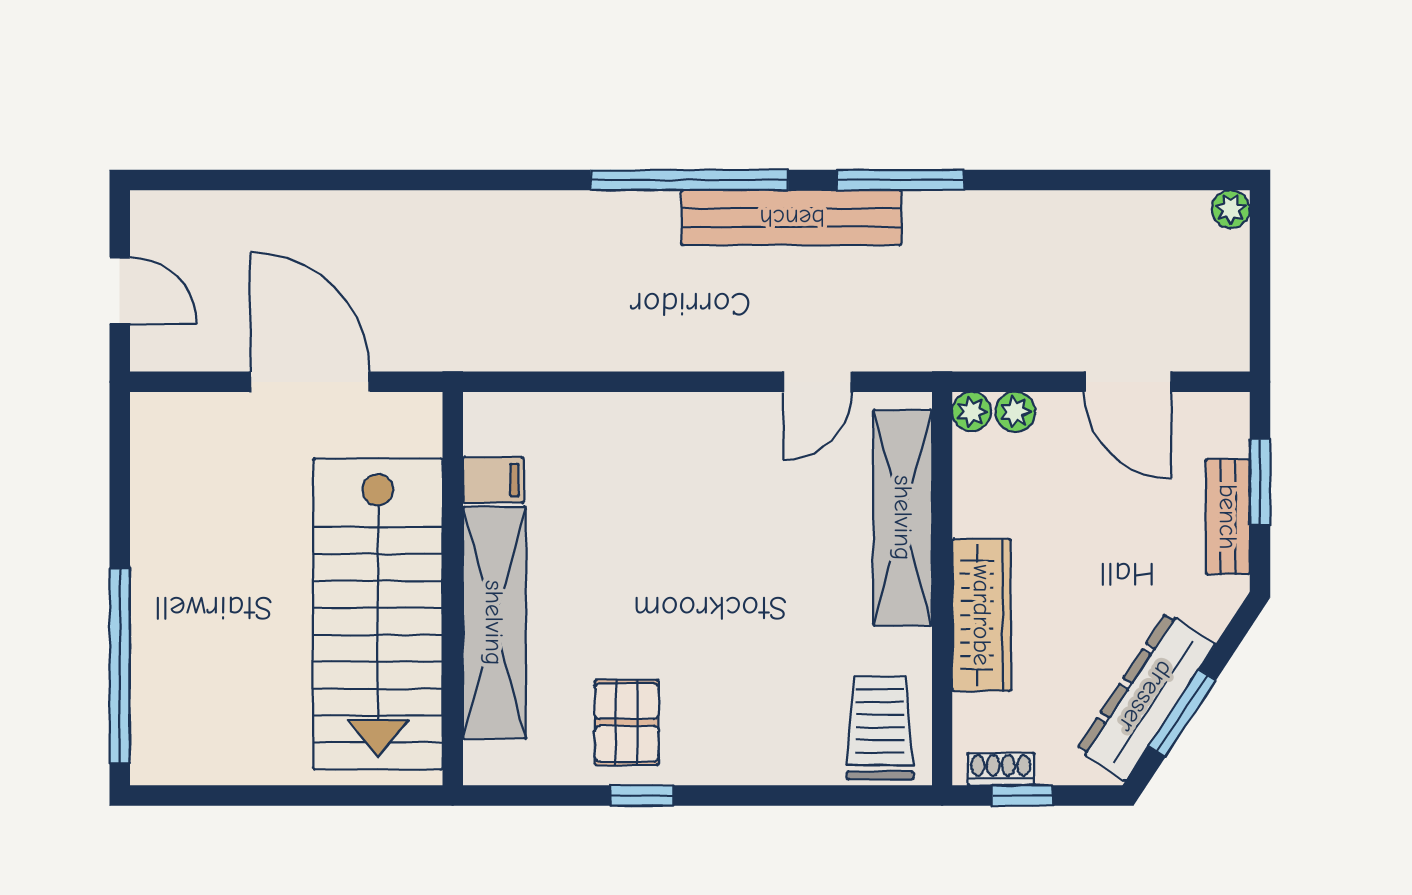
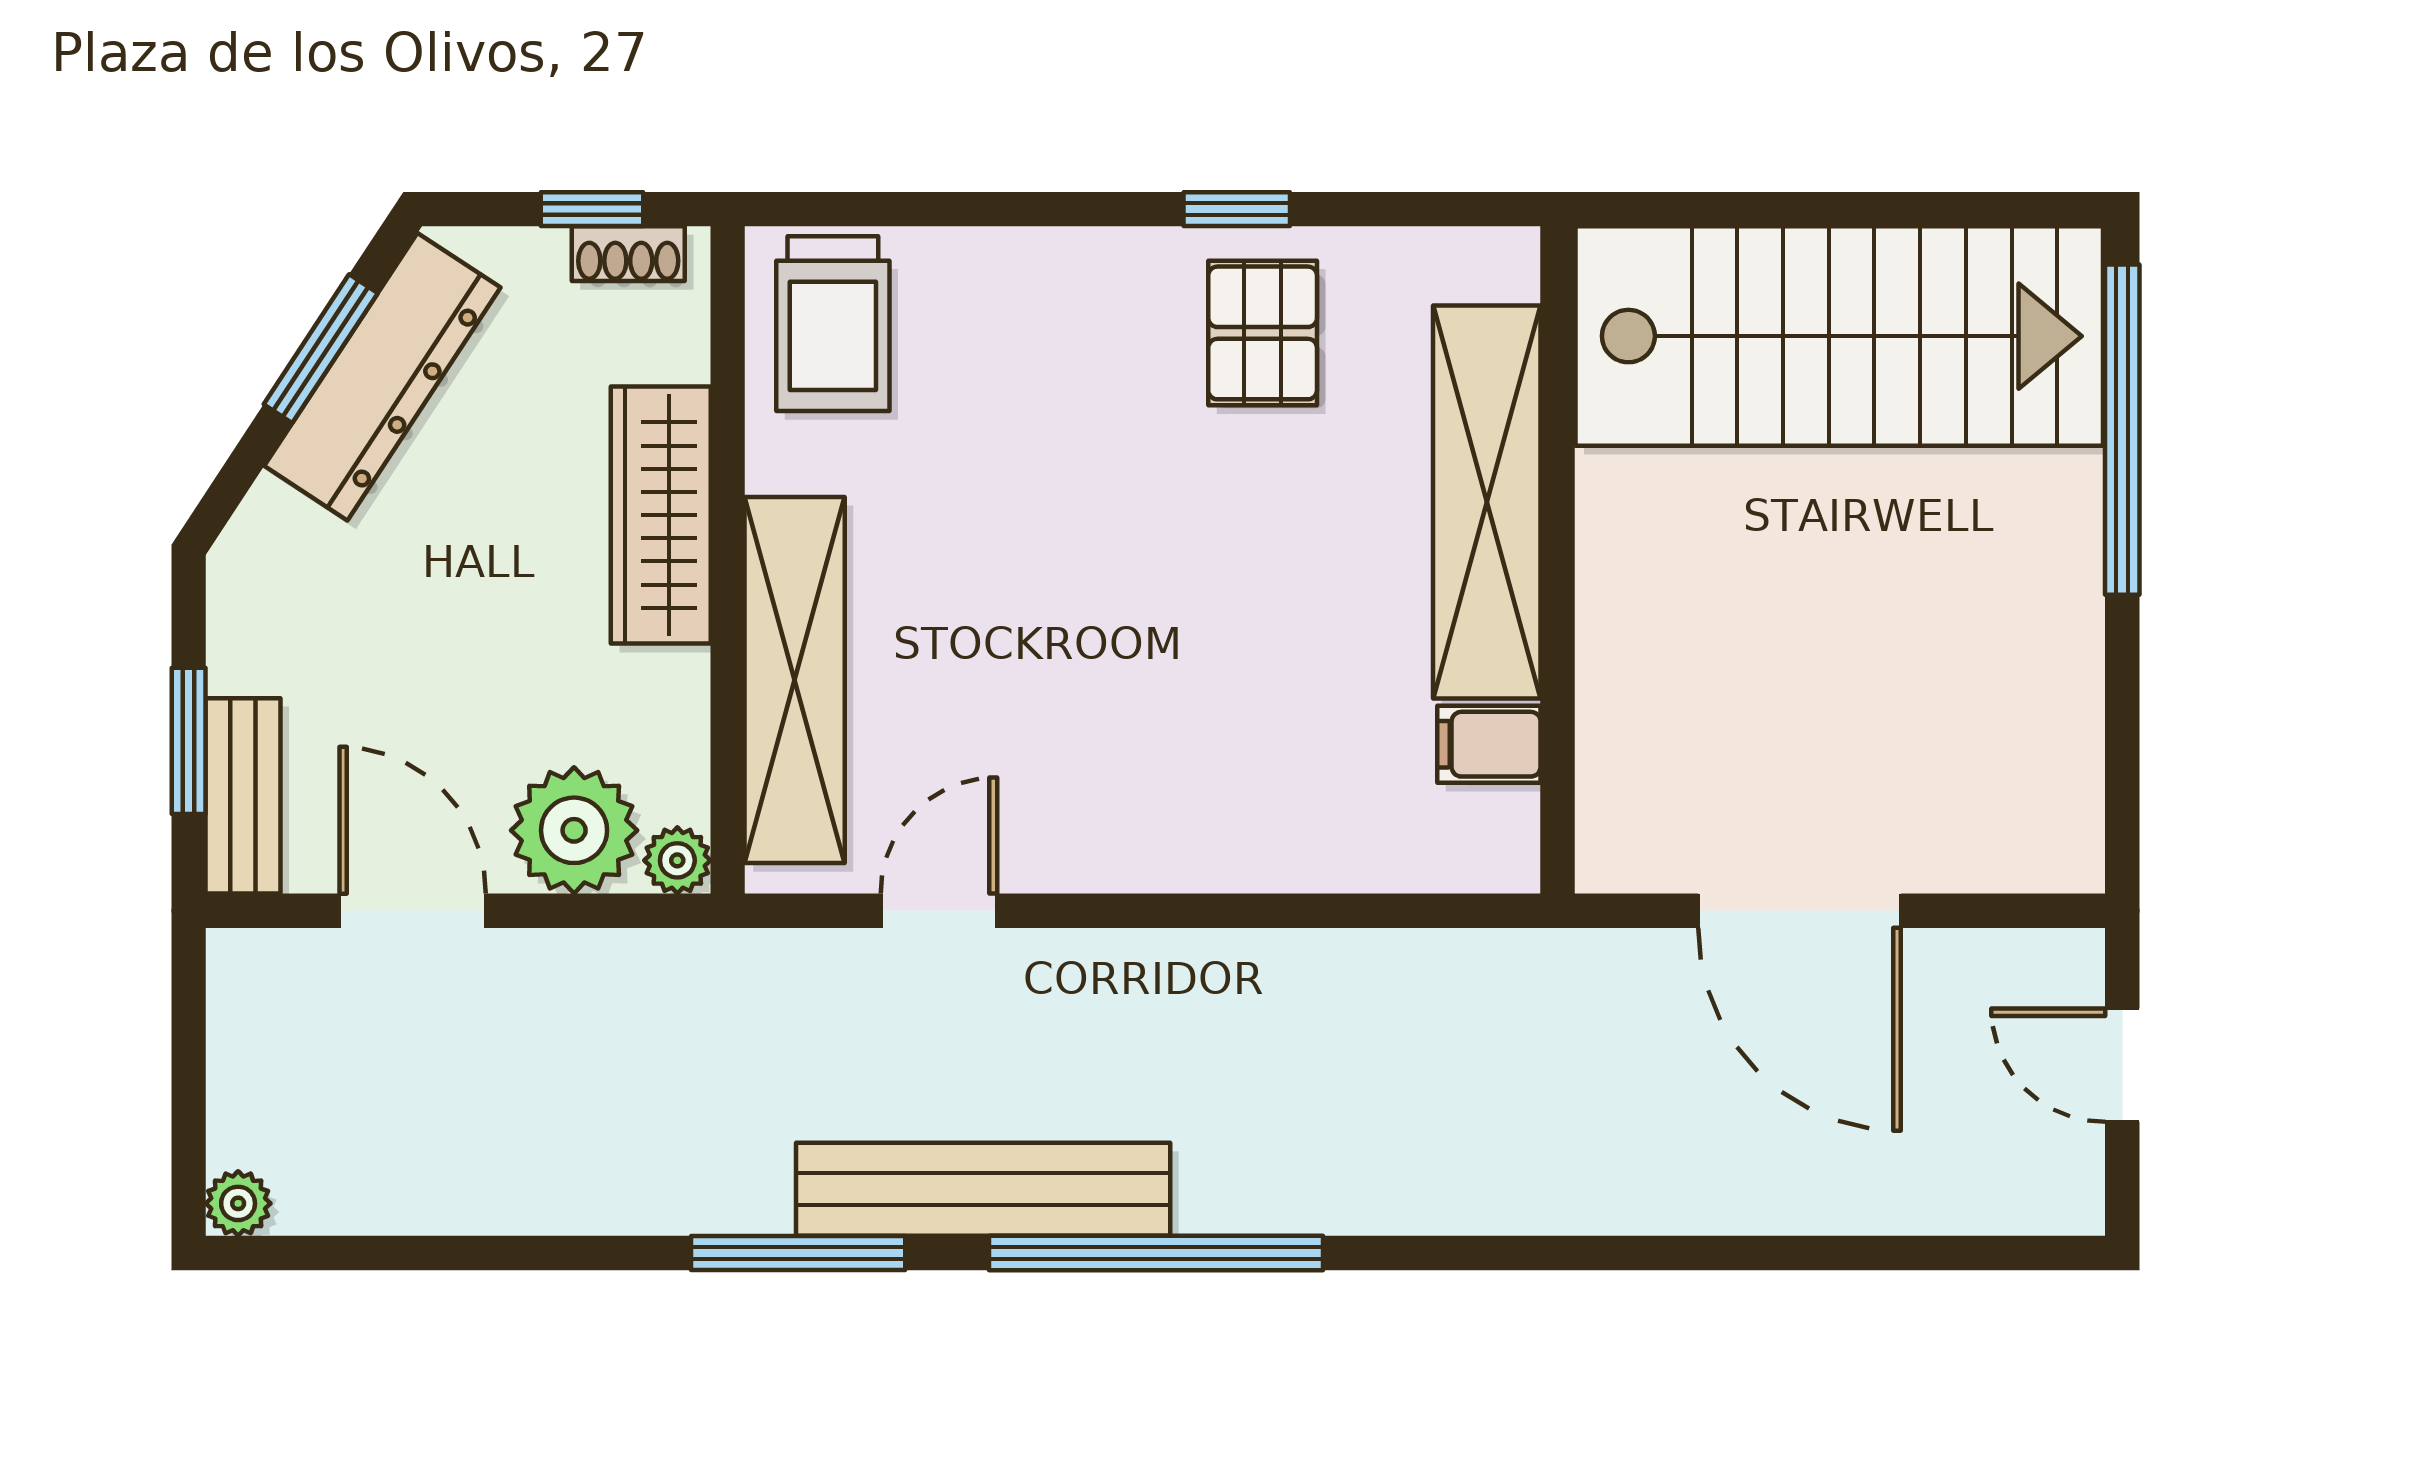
plant: (1015, 412) -> (574, 830), width x1.88, depth x1.88
bench: (1228, 517) -> (243, 796), moved
stairs: (378, 614) -> (1839, 336), moved, turned 90

